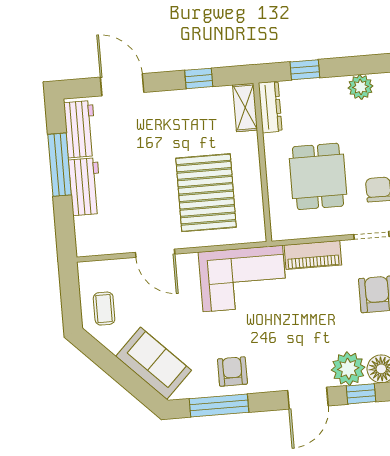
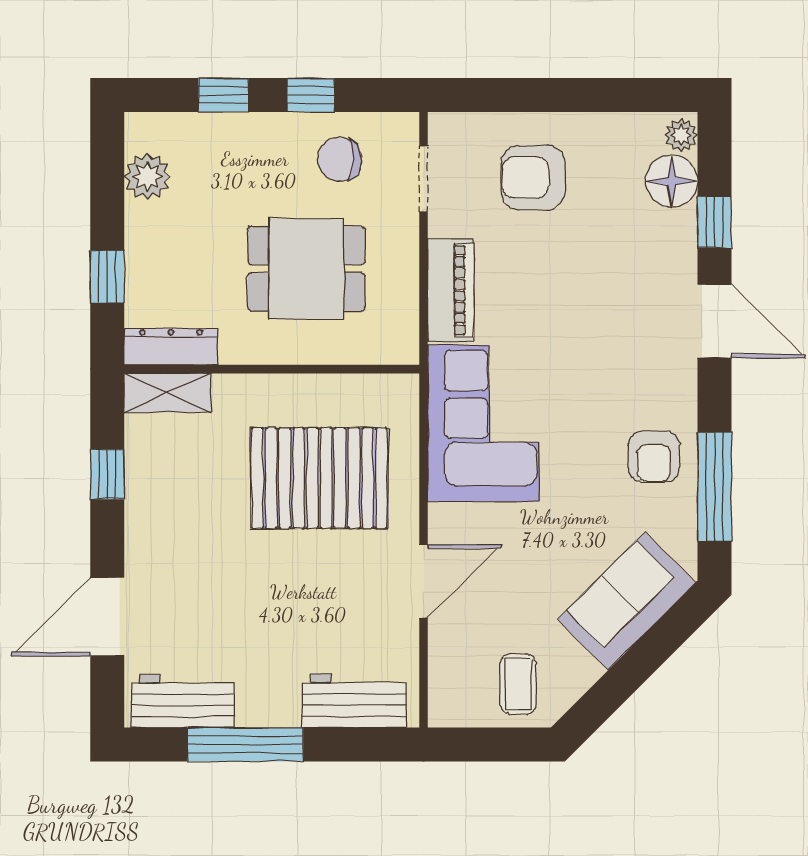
workbench: (85, 187) -> (354, 701), moved
coffee table: (104, 309) -> (518, 684), turned 90
plant: (348, 369) -> (666, 242), removed
armchair: (232, 372) -> (654, 457), turned -90

